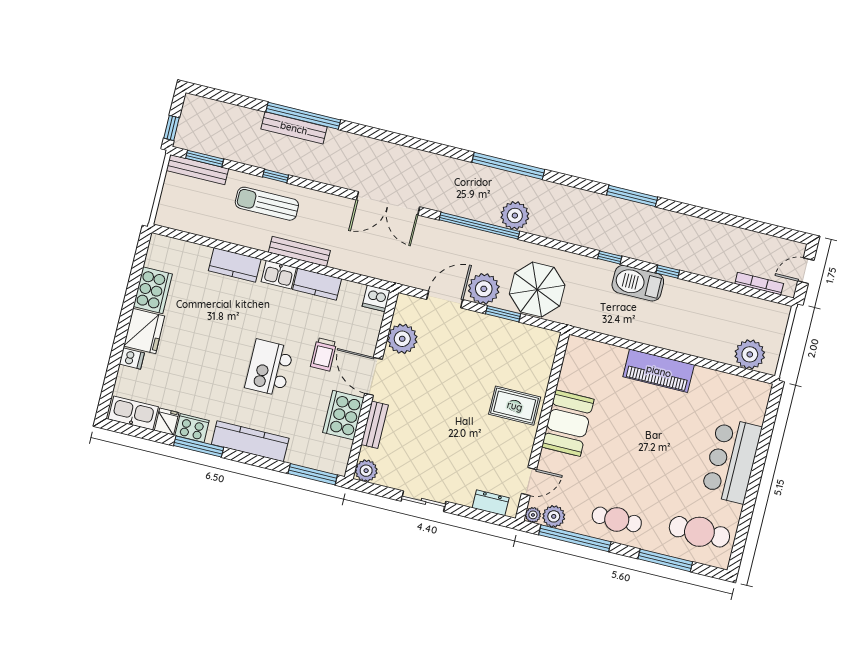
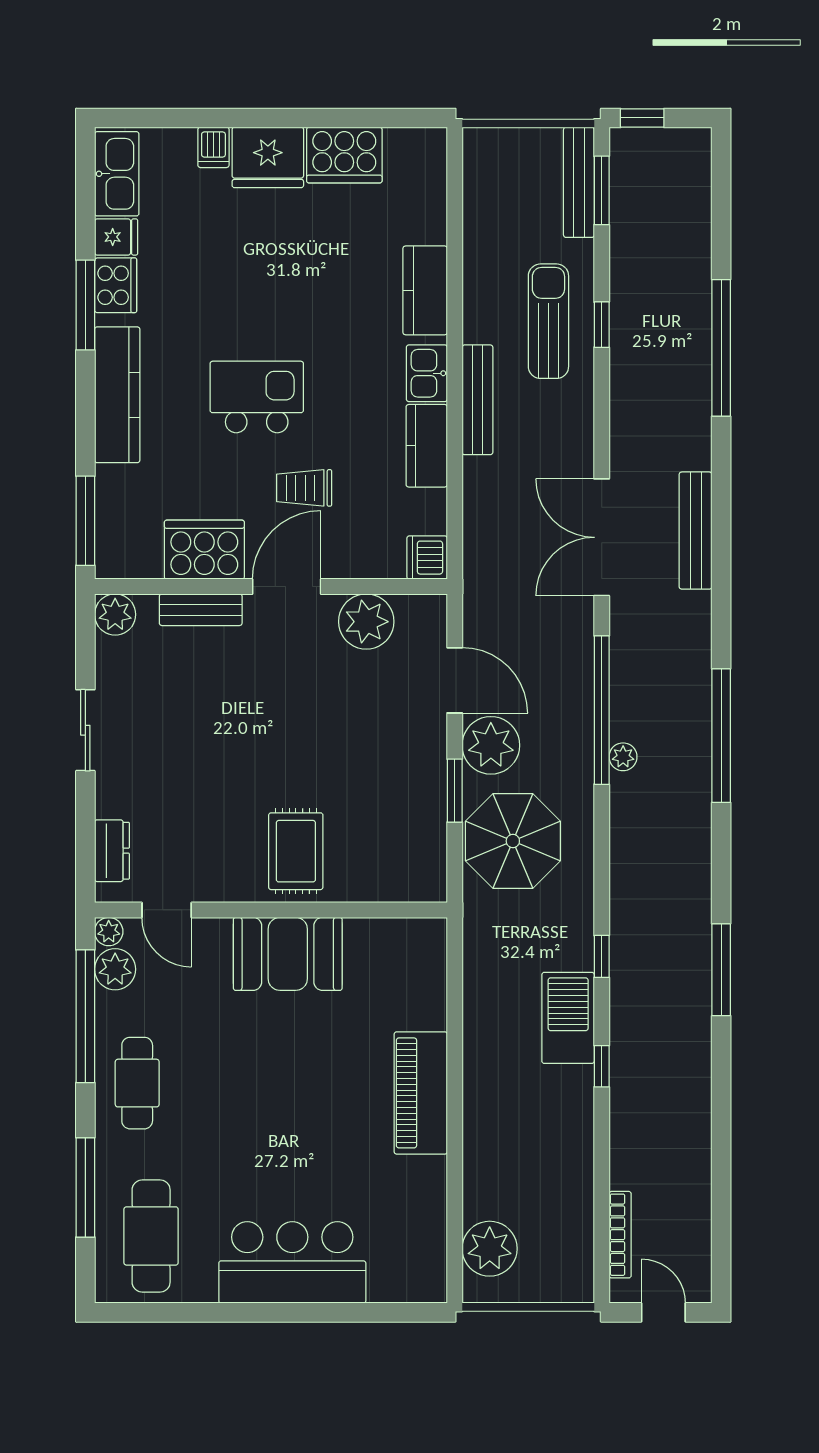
bench: (294, 128) -> (696, 531), moved
plant: (515, 216) -> (623, 757), width x0.53, depth x0.53

